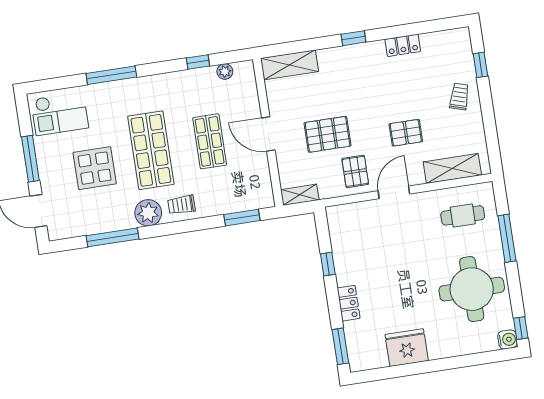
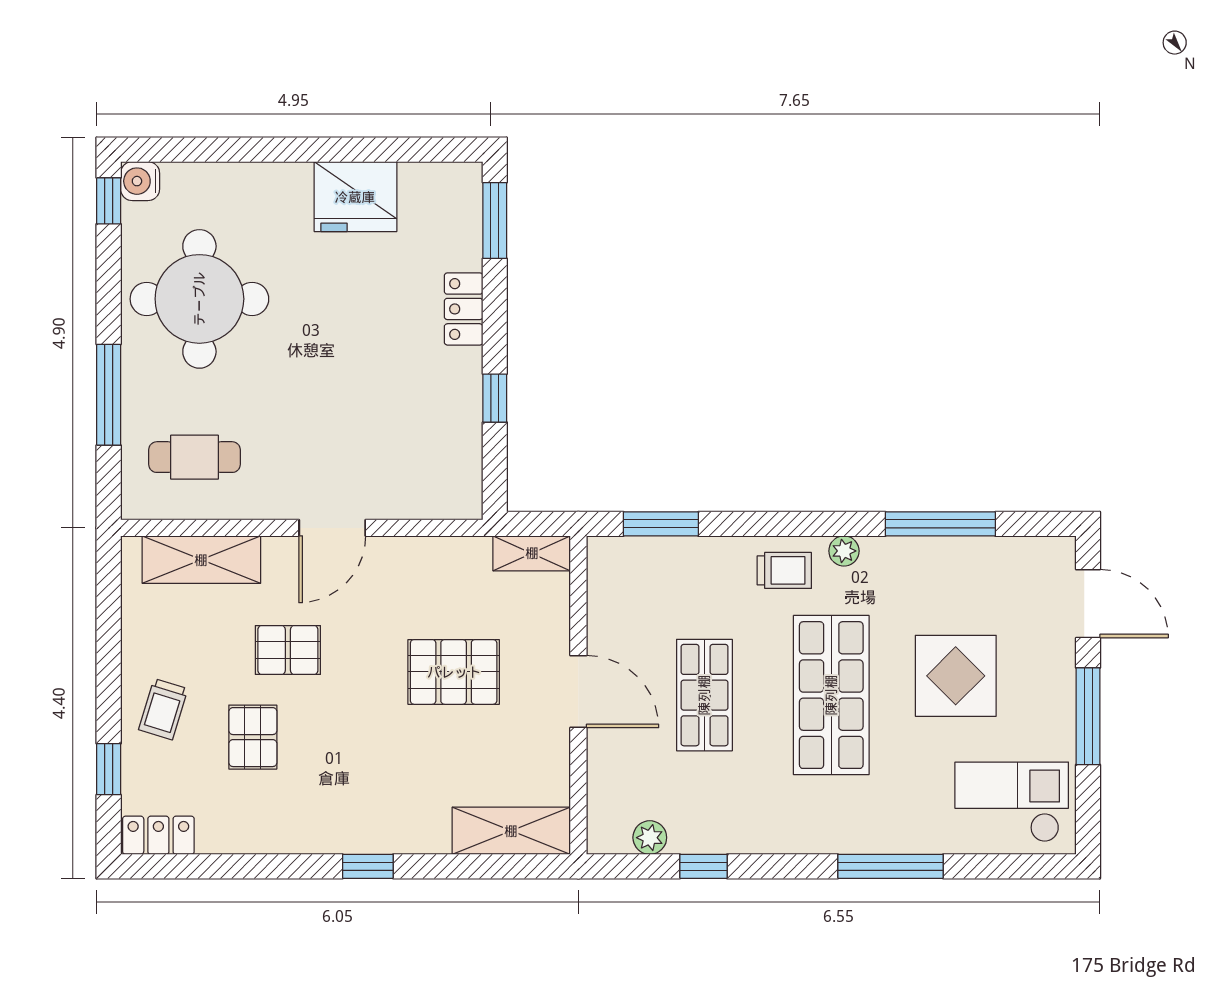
locker: (403, 45) -> (158, 835), moved
pallet: (355, 171) -> (253, 737), moved
plant: (148, 213) -> (844, 551), width x0.53, depth x0.53

